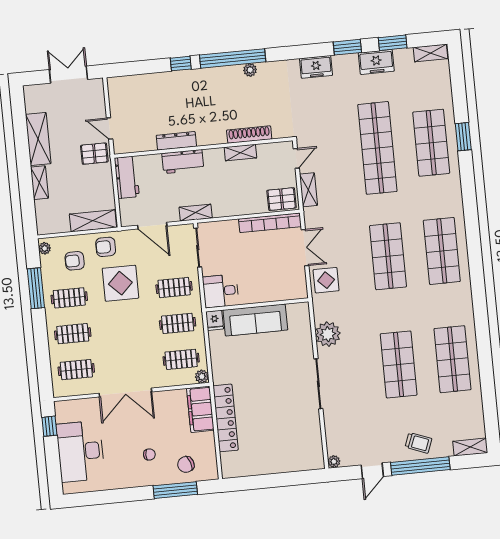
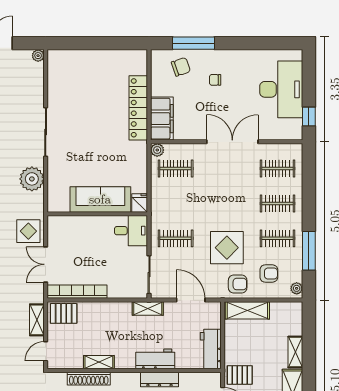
clothes rail: (178, 323) -> (176, 203), removed

